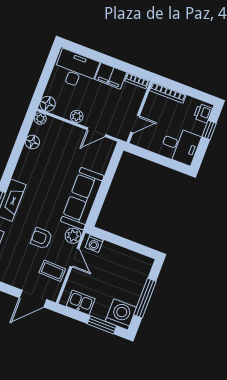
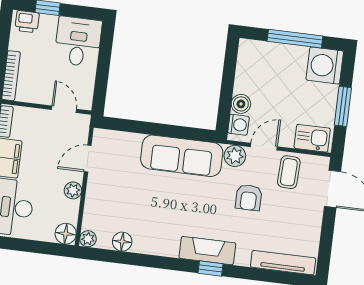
door: (96, 132) -> (88, 159), swing flipped
boiler: (108, 249) -> (241, 104), added
kitchen sink: (81, 303) -> (312, 138), moved, turned 90
window: (102, 325) -> (343, 106), moved

